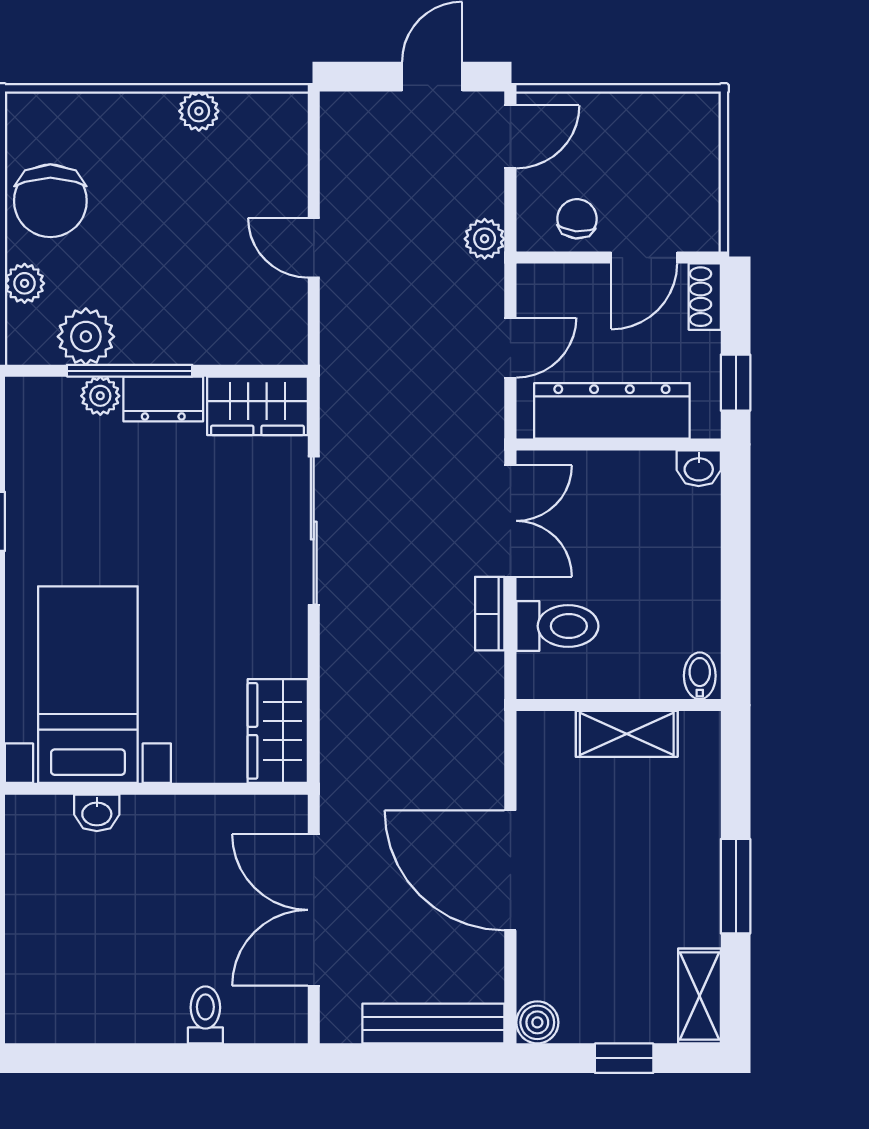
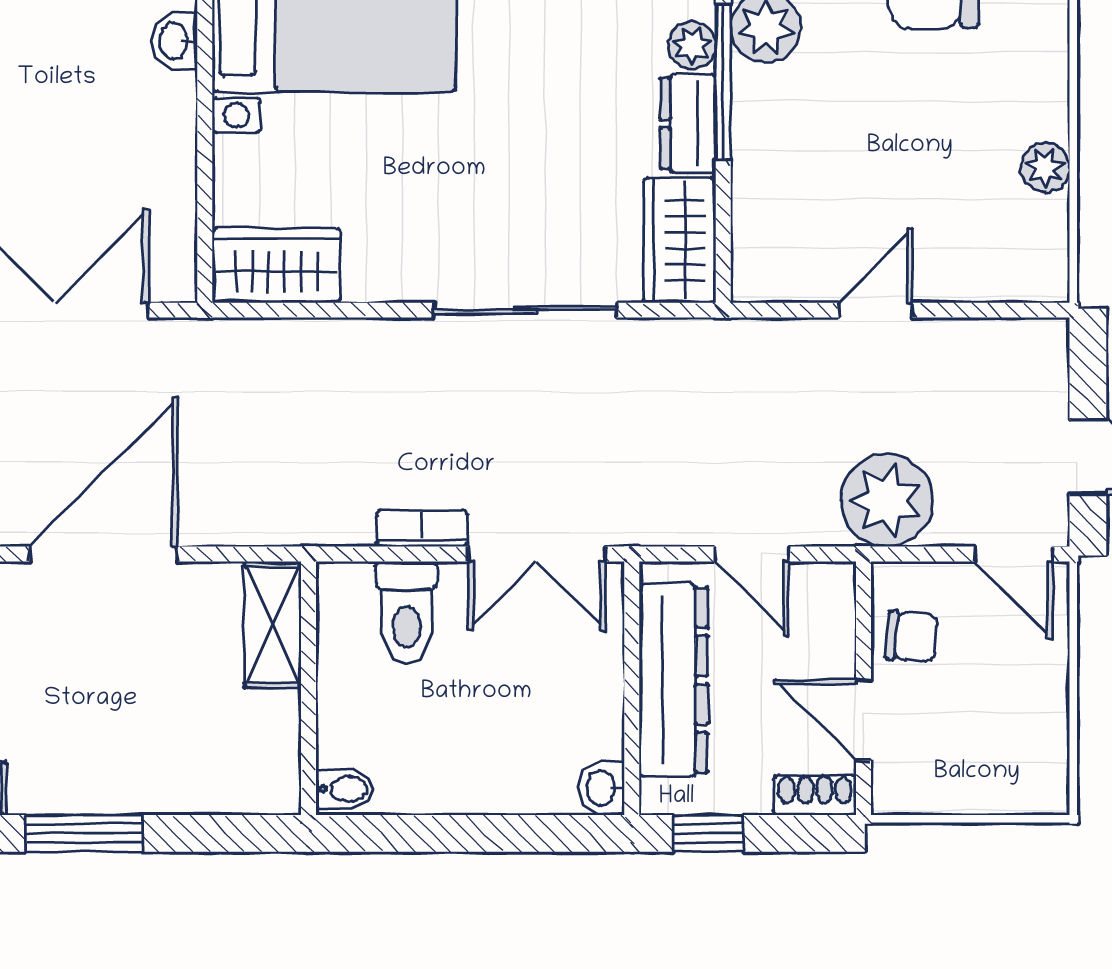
plant: (485, 239) -> (887, 500), width x1.88, depth x1.88
shelving: (627, 734) -> (273, 625), moved

